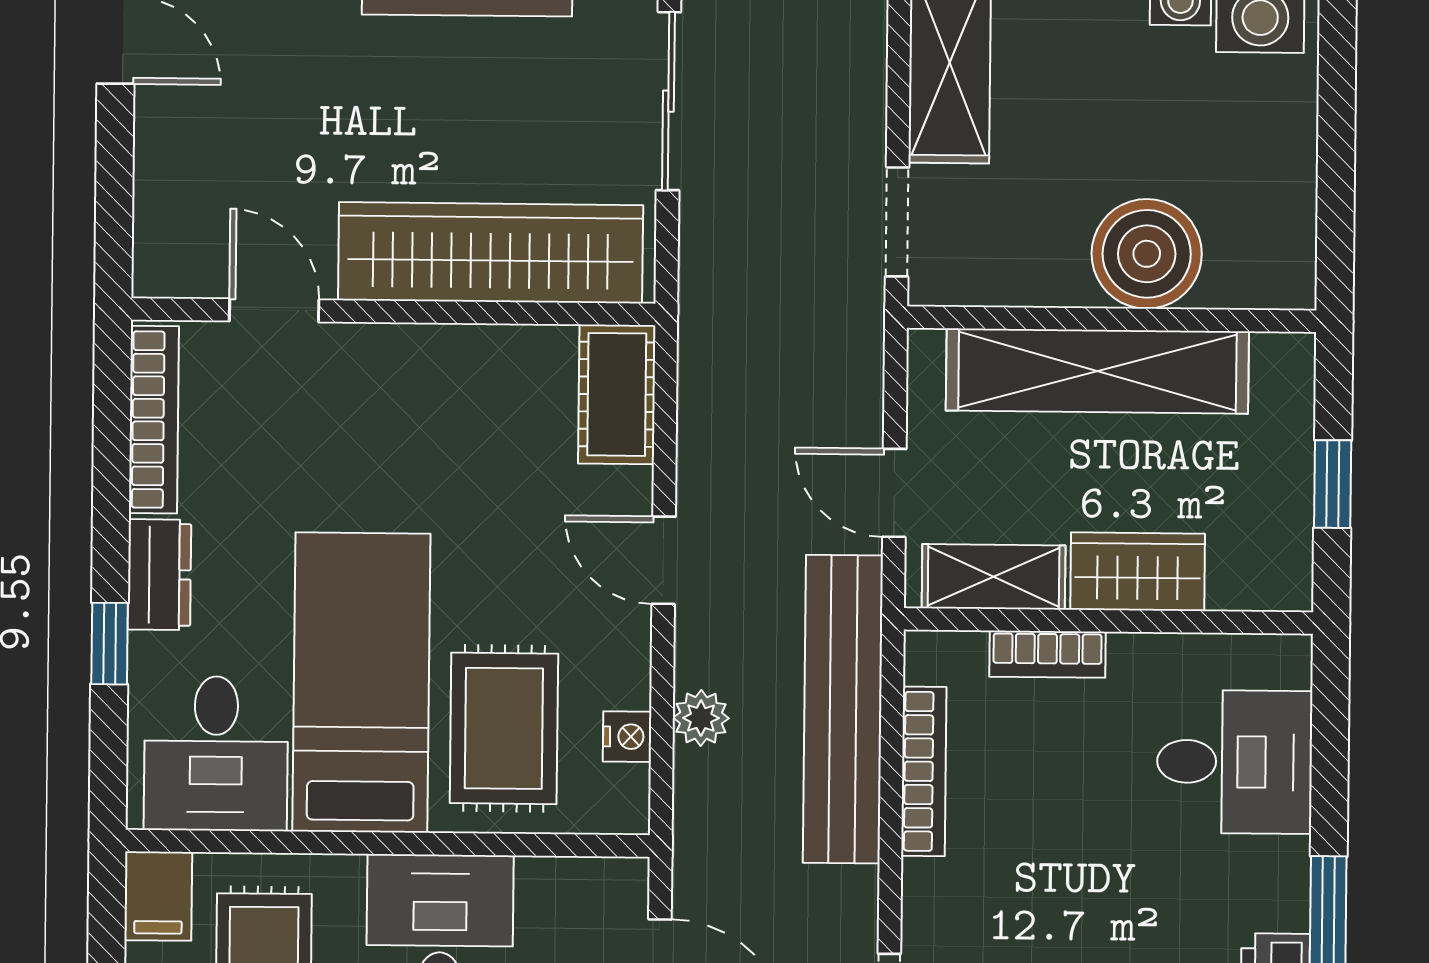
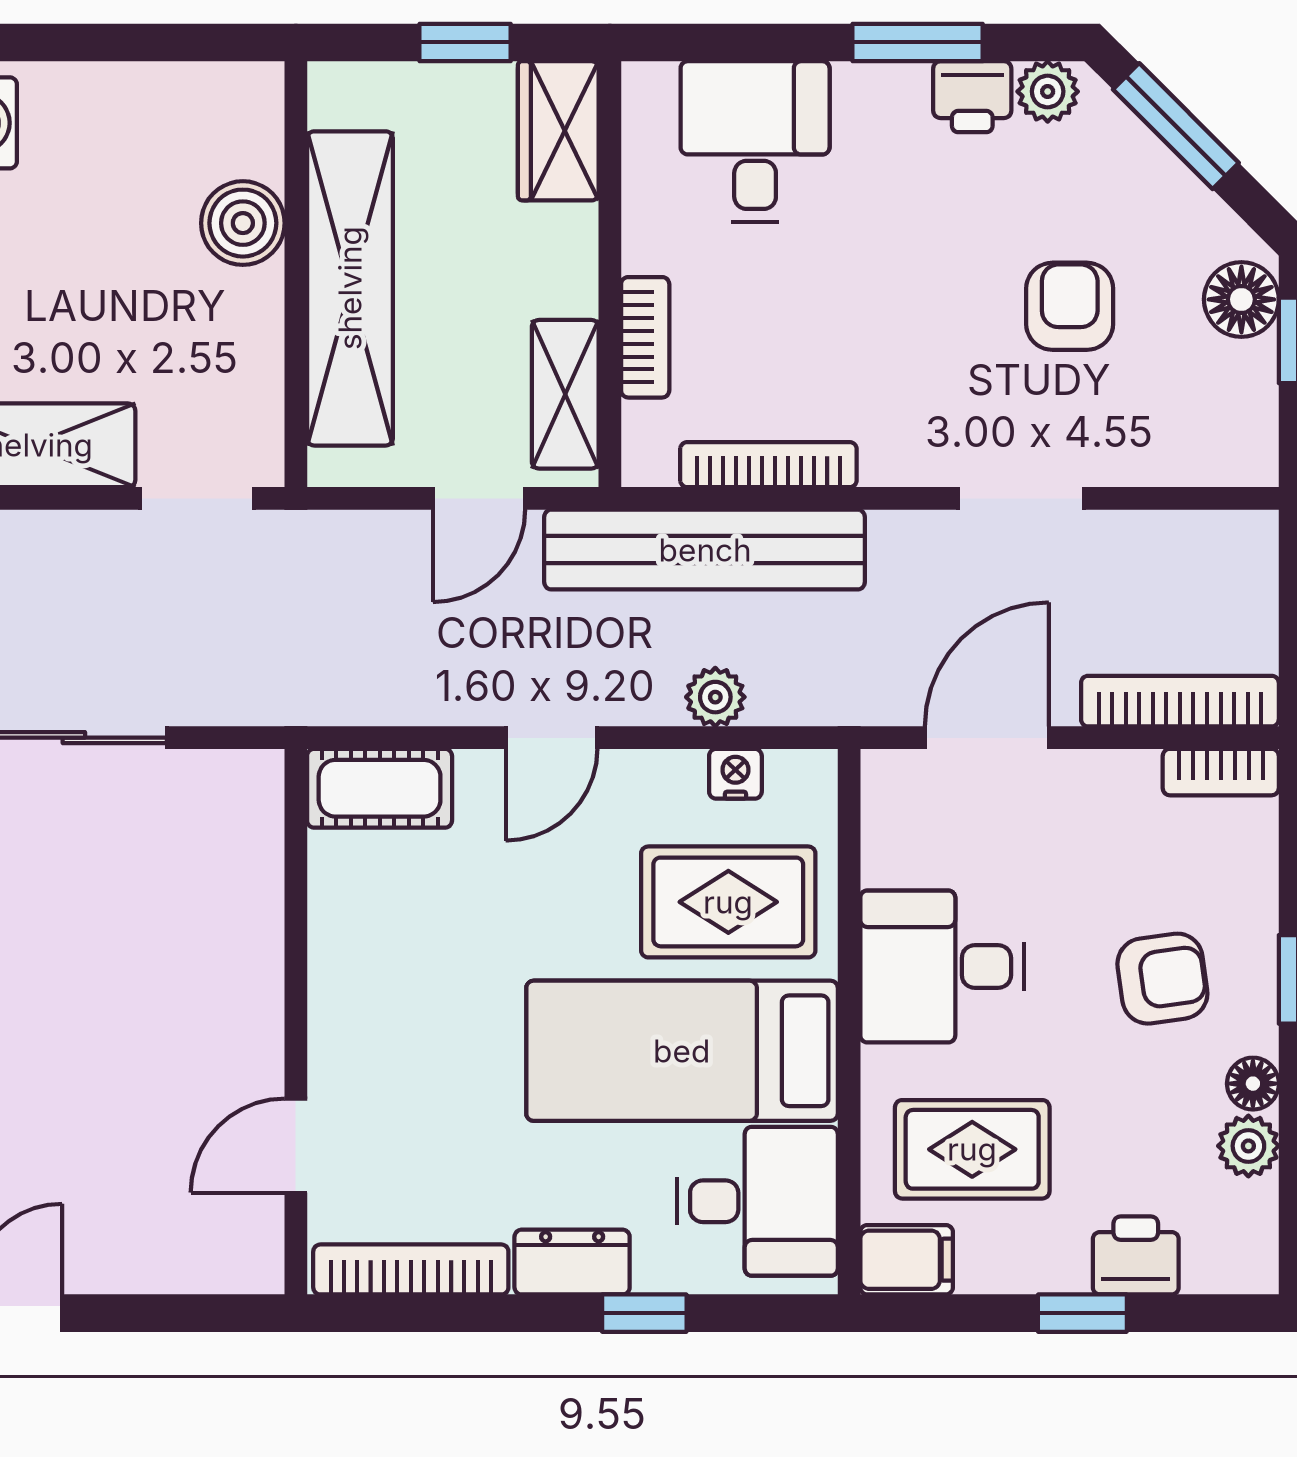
wardrobe: (491, 253) -> (234, 921), removed
boiler: (1147, 254) -> (243, 223), width x0.73, depth x0.73
wardrobe: (1138, 572) -> (558, 131), moved

